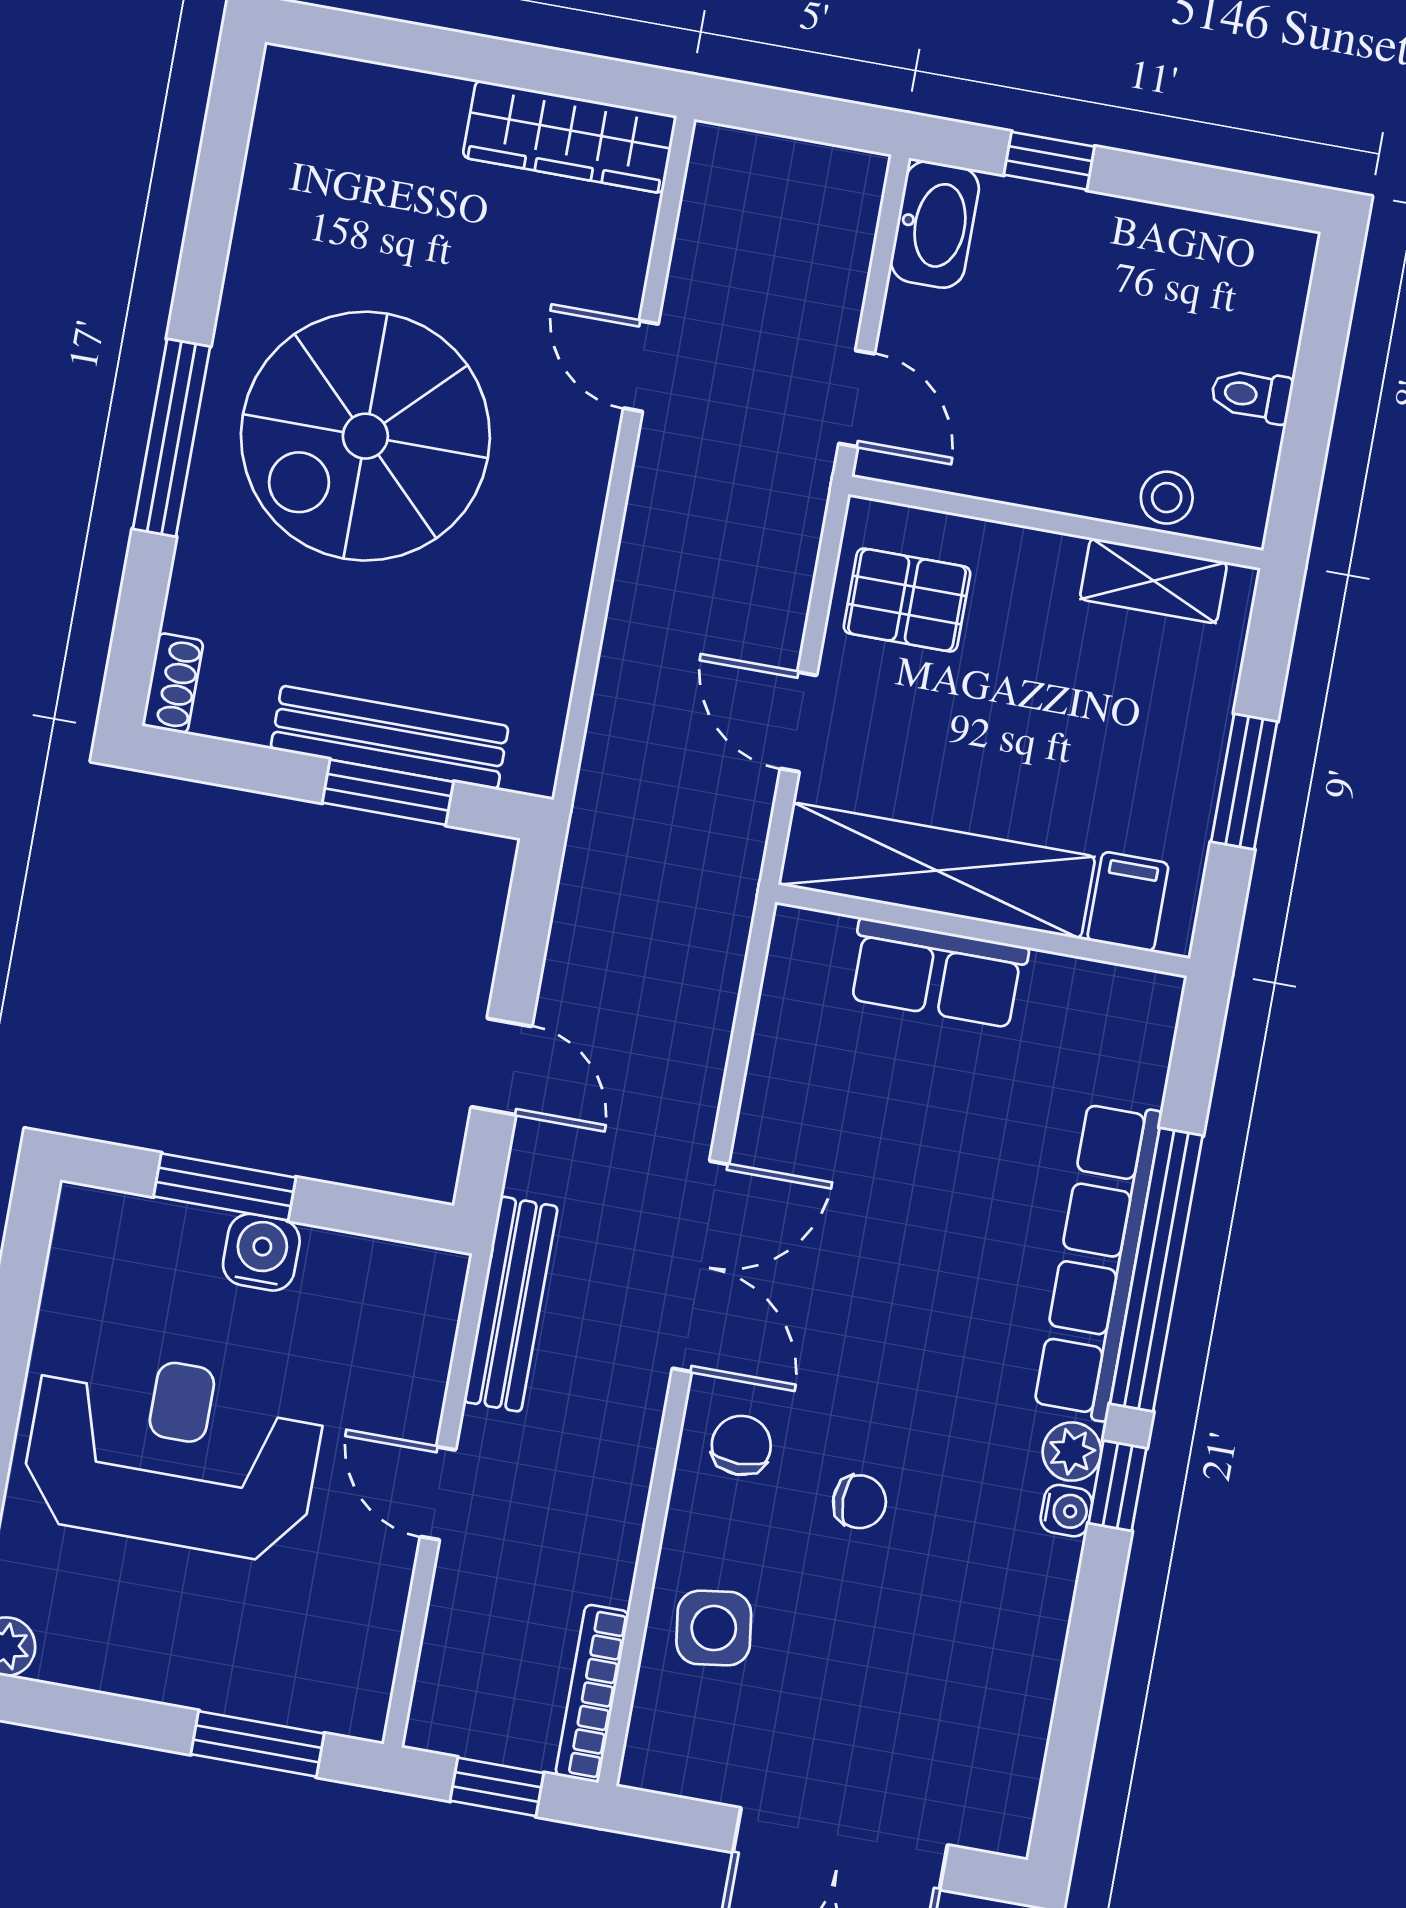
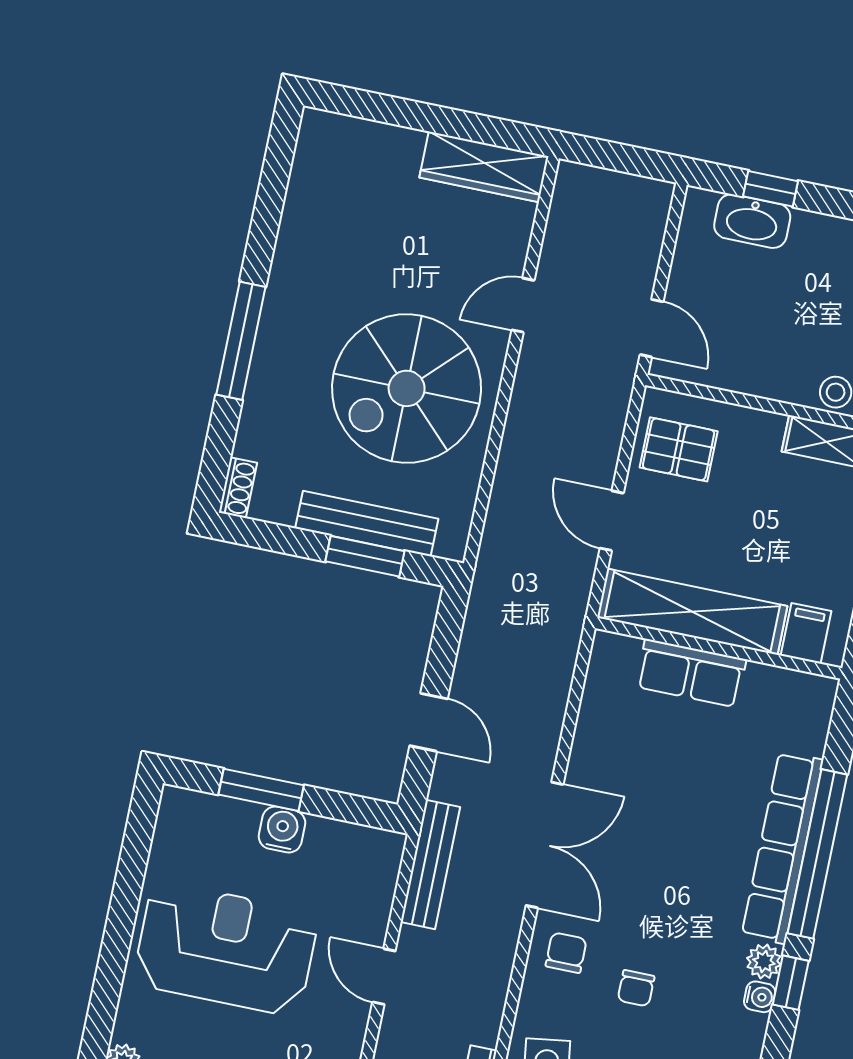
washbasin: (935, 224) -> (752, 221), moved, turned 90
door: (641, 366) -> (523, 305), hinge flipped
spiral stairs: (365, 436) -> (407, 388), moved
chair: (859, 1502) -> (636, 988), turned 90

